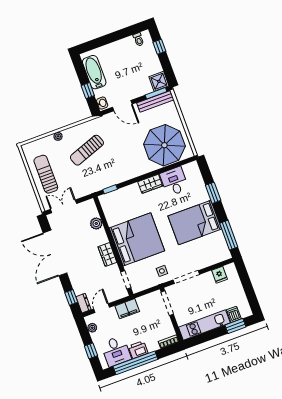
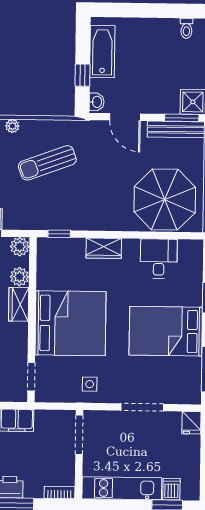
wardrobe: (150, 184) -> (104, 248), moved
plant: (90, 206) -> (20, 247), added
wardrobe: (107, 255) -> (19, 304), moved
fridge: (219, 275) -> (191, 423), moved
doorway: (186, 277) -> (142, 407), moved

